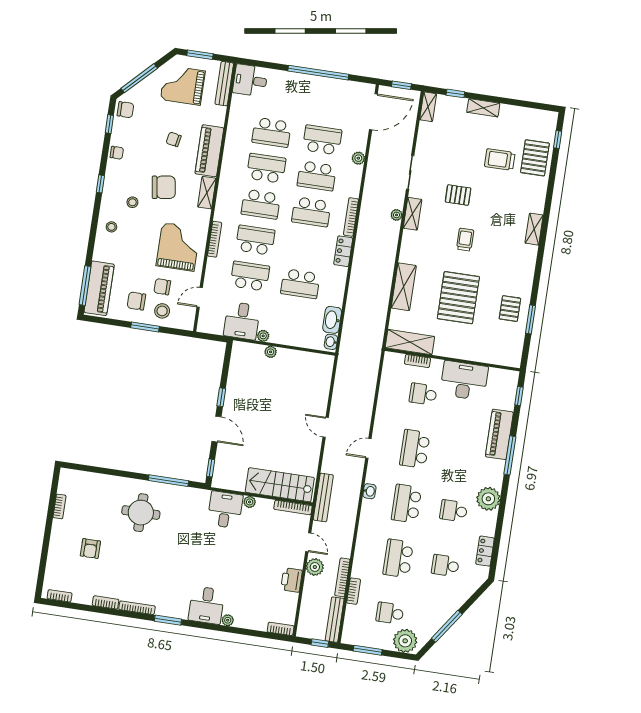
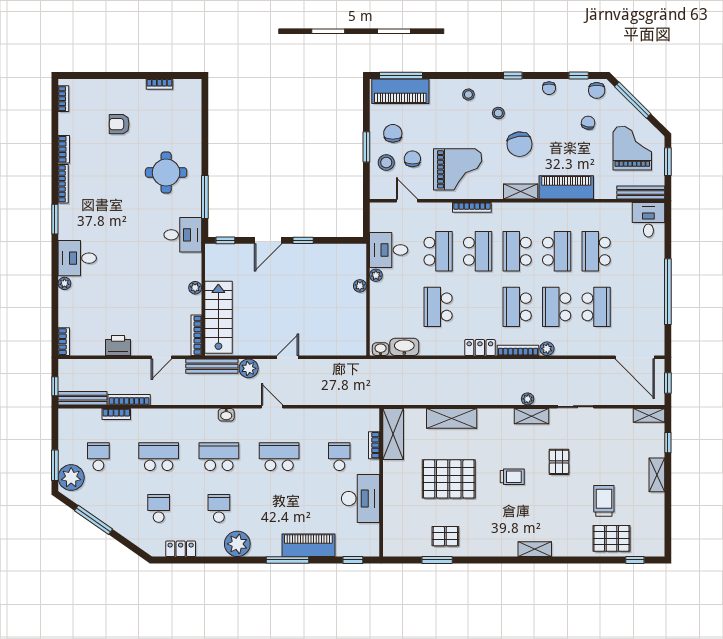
chair: (174, 139) -> (588, 123), moved
plant: (358, 158) -> (547, 349), moved
desk: (225, 510) -> (183, 235), moved
plant: (315, 567) -> (249, 368), moved
window: (368, 650) -> (55, 465), moved

